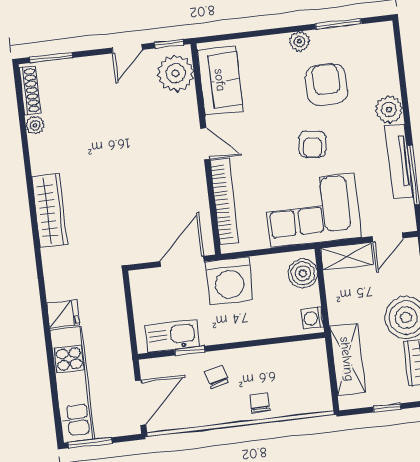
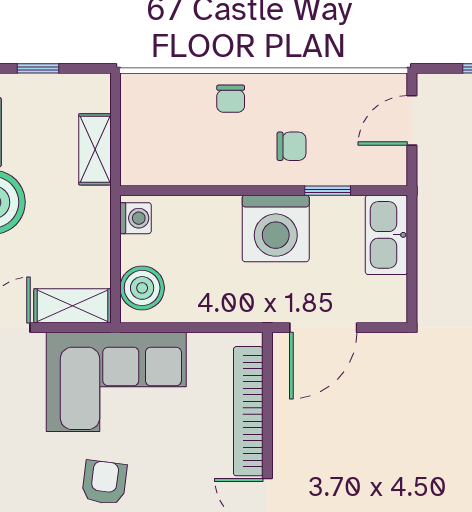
washing machine: (229, 281) -> (276, 228), moved, turned 180
kitchen sink: (172, 336) -> (386, 235), moved, turned 90
shelving: (347, 359) -> (95, 149), width x0.67, depth x0.75
chair: (217, 377) -> (291, 146), turned -75
door: (141, 403) -> (412, 120), width x0.73

